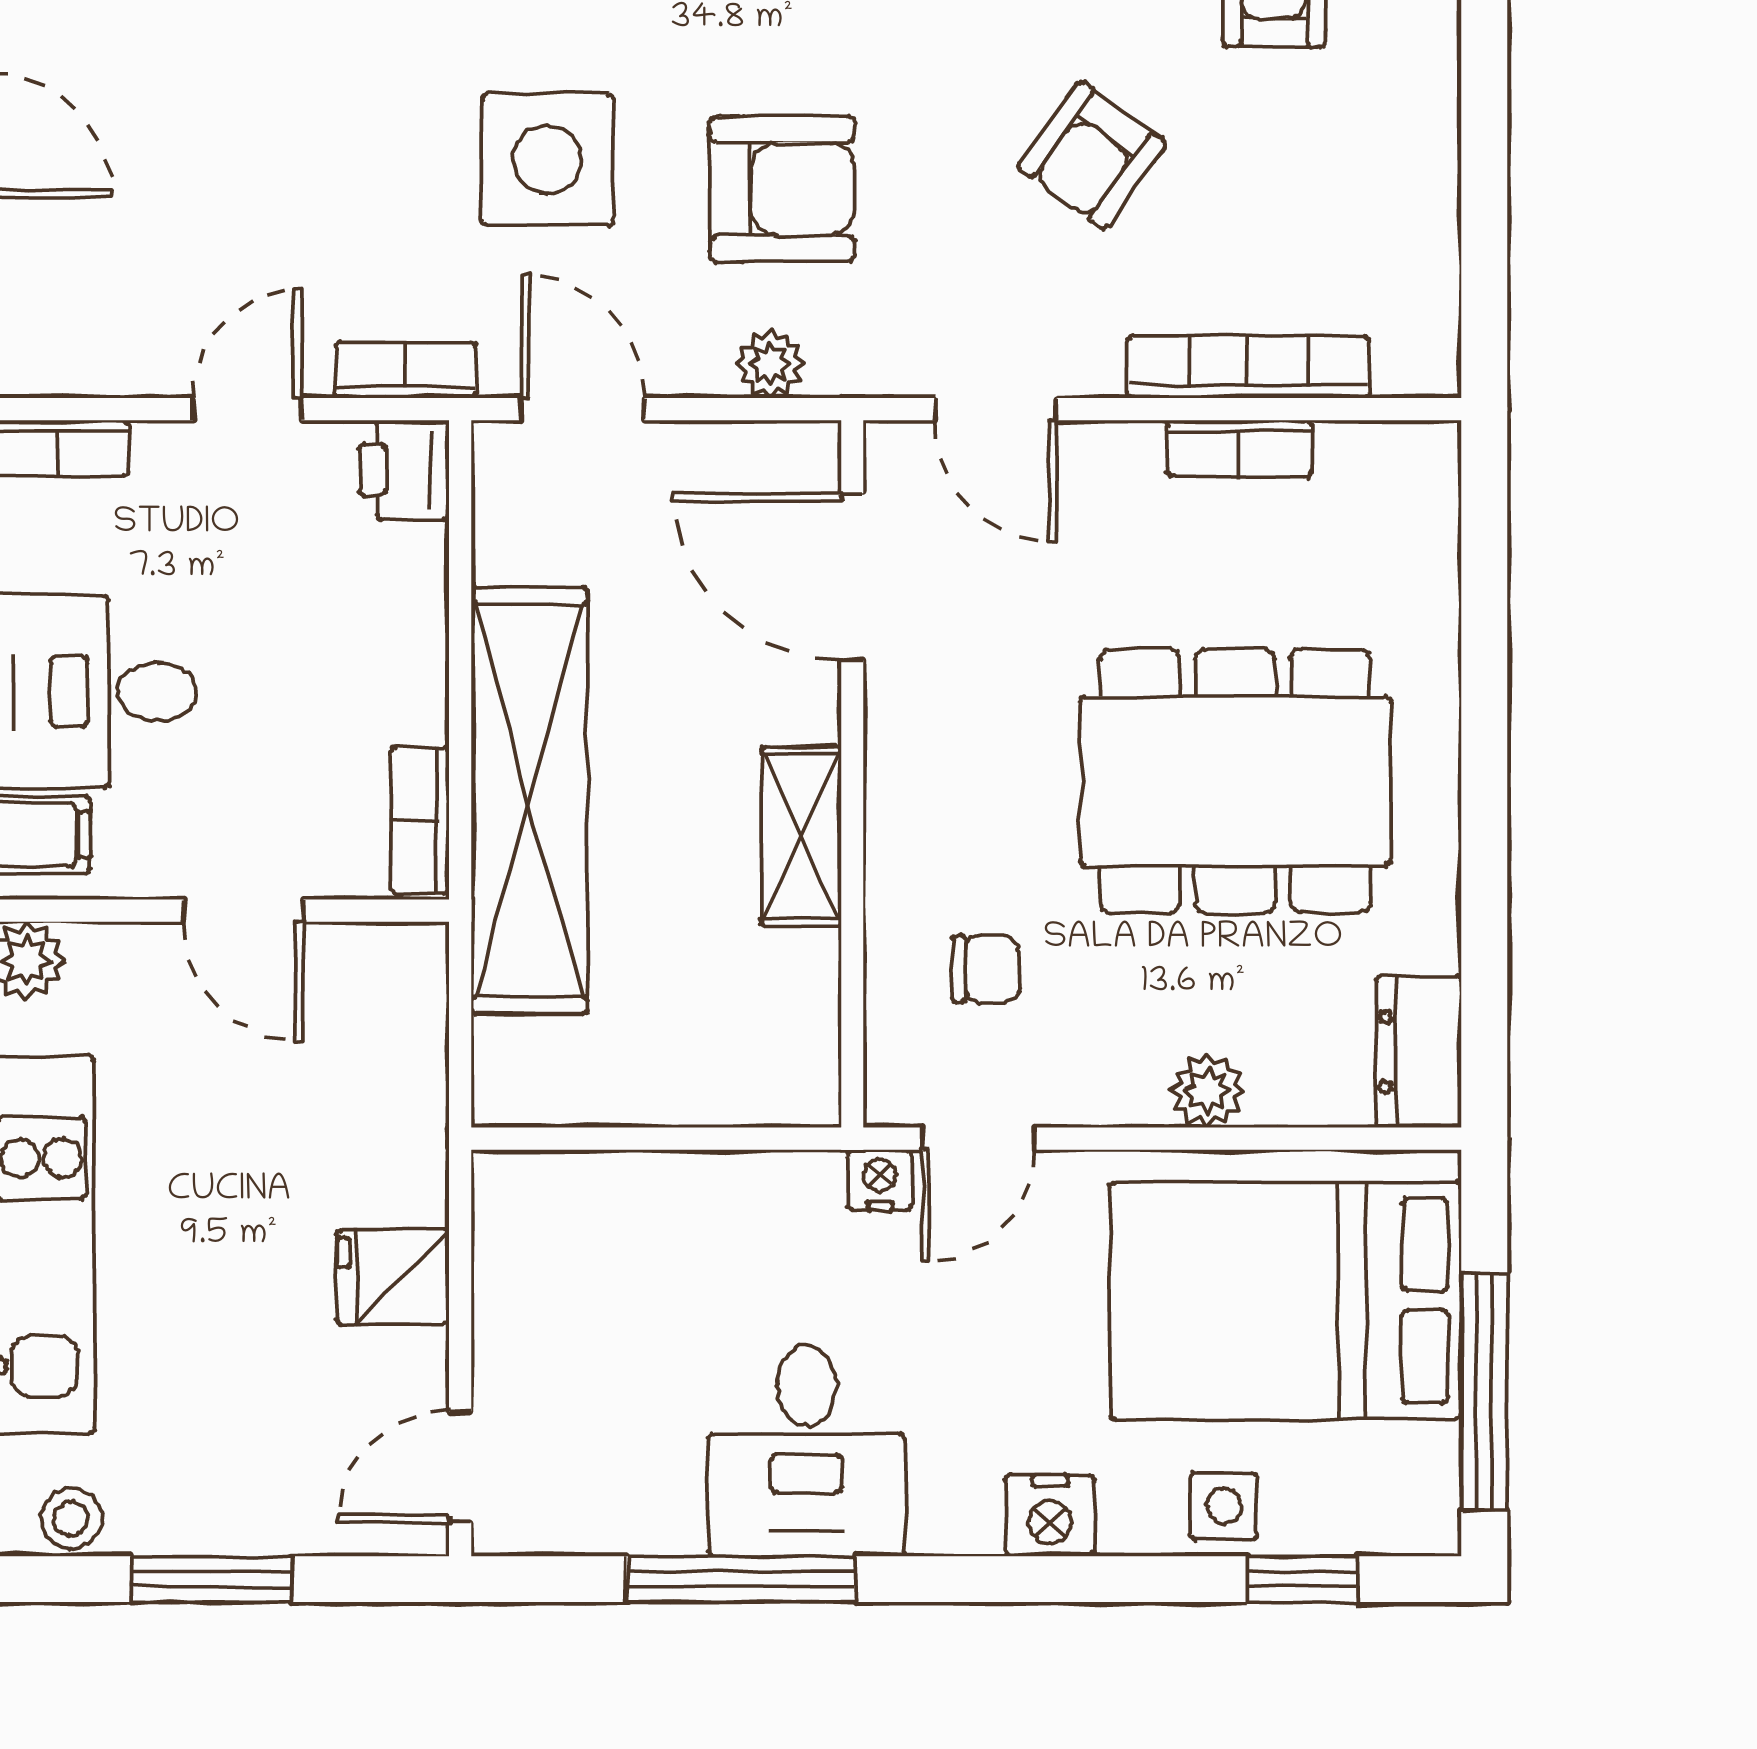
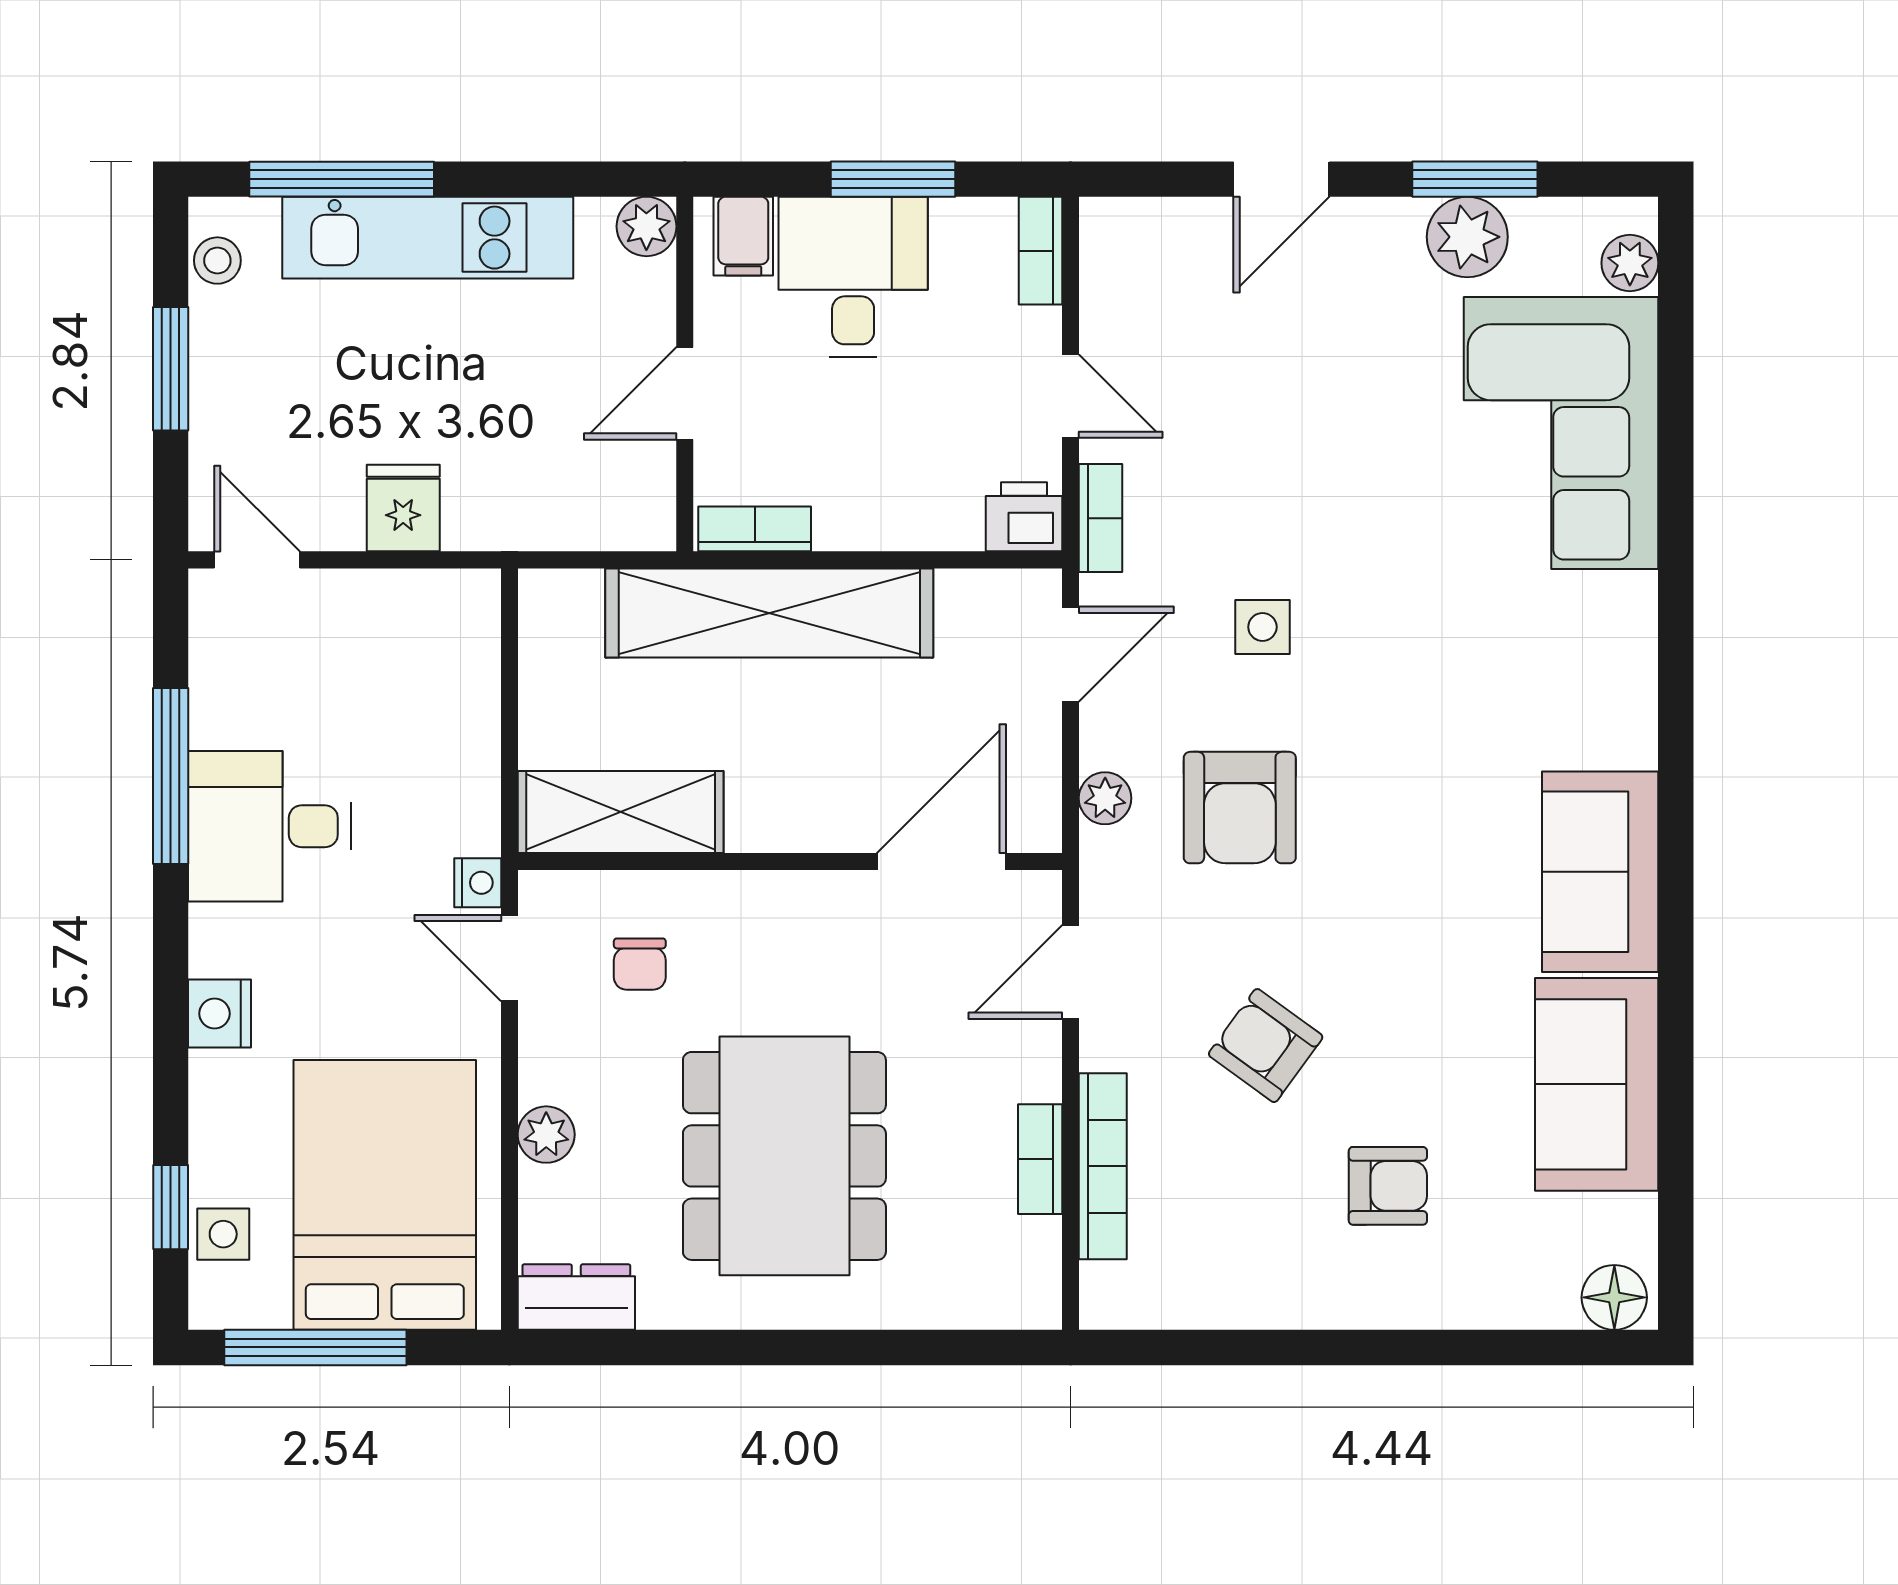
side table: (547, 159) -> (1262, 627), width x0.54, depth x0.54
shelving: (801, 836) -> (621, 812), moved, width x1.50, depth x1.33
side table: (1224, 1506) -> (223, 1234), moved

